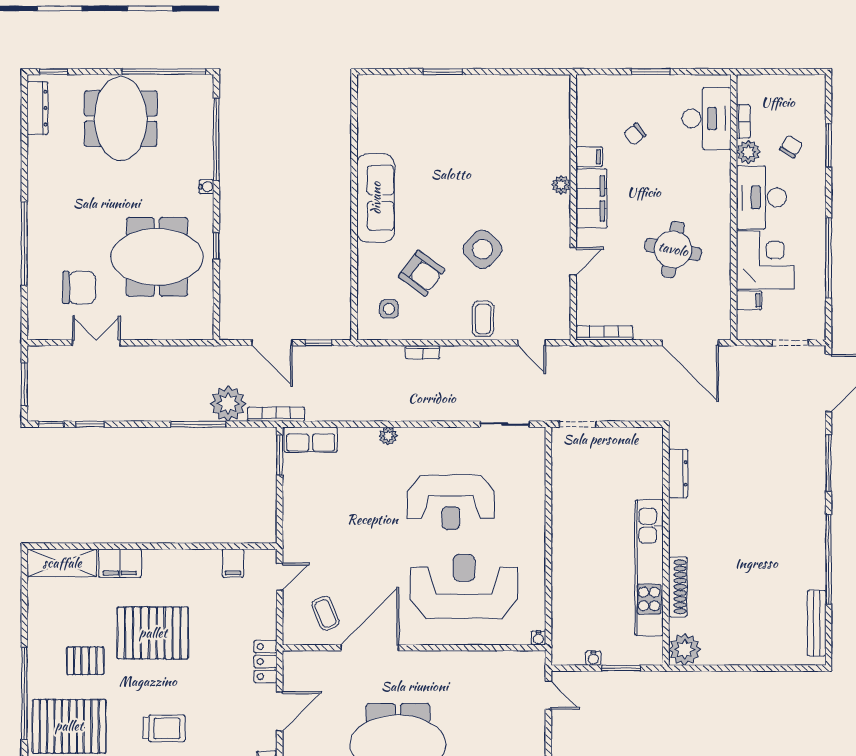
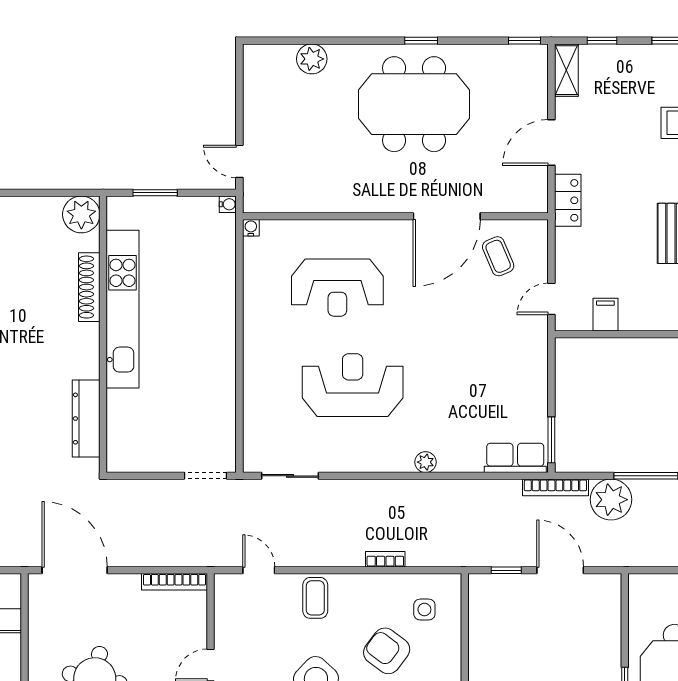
dresser: (678, 473) -> (86, 419), width x1.37, depth x1.24
reception desk: (464, 586) -> (337, 288), width x0.74, depth x0.77
water cooler: (593, 658) -> (228, 204), moved, turned 90

